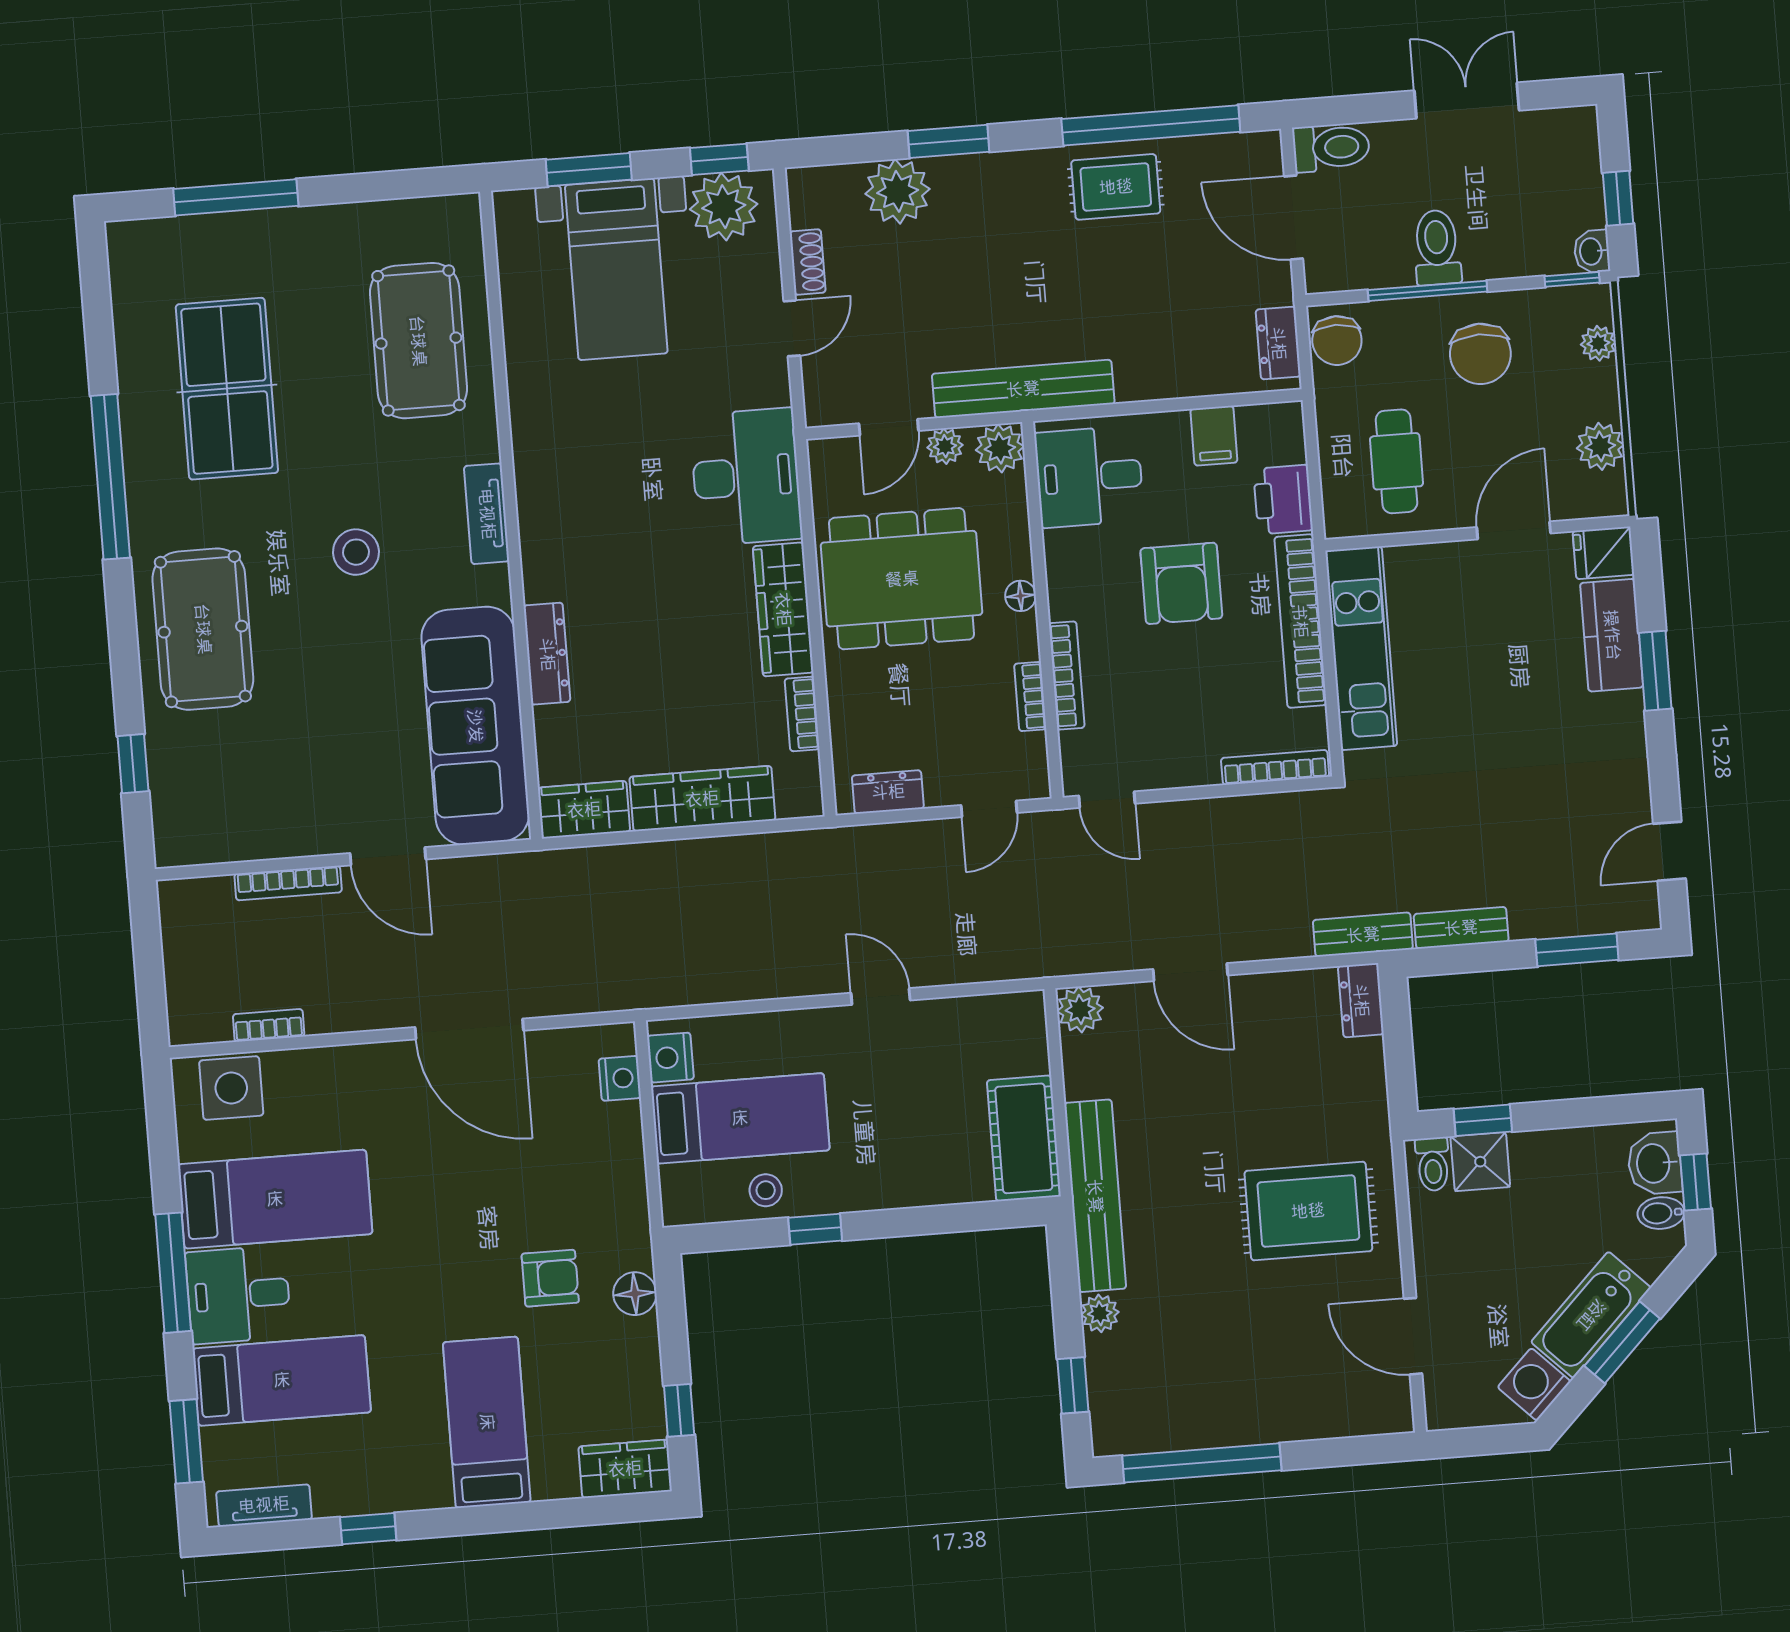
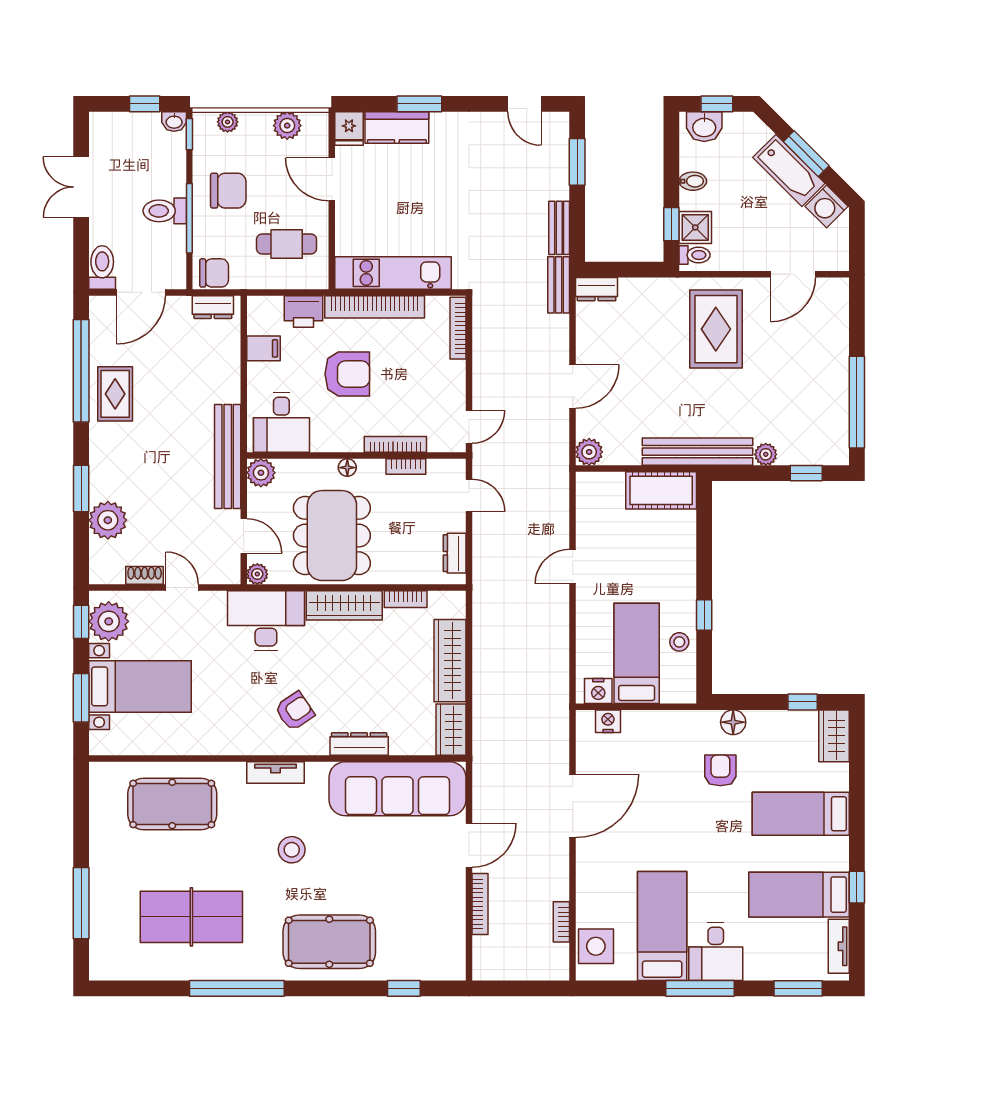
plant: (945, 446) -> (257, 574), moved
armchair: (595, 538) -> (295, 711), added
bidet: (1661, 1213) -> (693, 181), moved, turned -90
bed: (282, 1380) -> (799, 895), moved, turned -90

